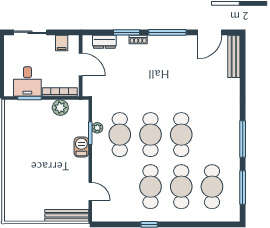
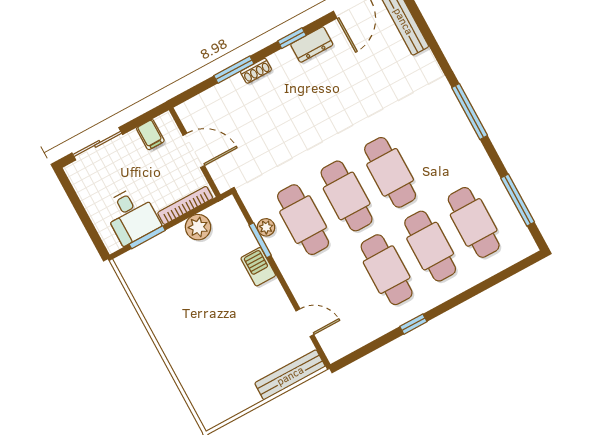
window: (167, 32) -> (292, 38), width x0.46
dresser: (104, 42) -> (312, 45), moved
window: (243, 139) -> (470, 111), moved

